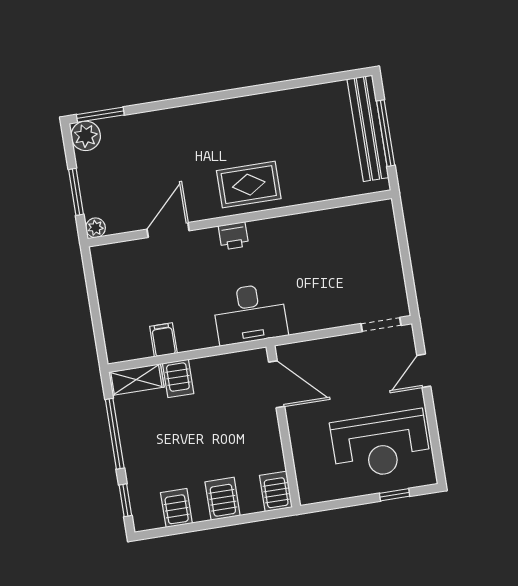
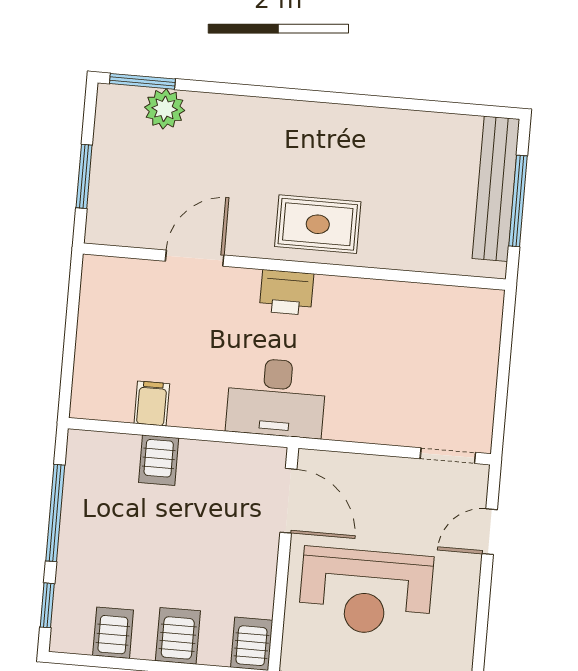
plant: (86, 136) -> (165, 109), moved
plant: (95, 228) -> (98, 231), removed
printer: (233, 236) -> (287, 292), width x1.36, depth x1.24
shelving: (136, 380) -> (102, 448), removed
reception desk: (380, 445) -> (366, 592), moved

